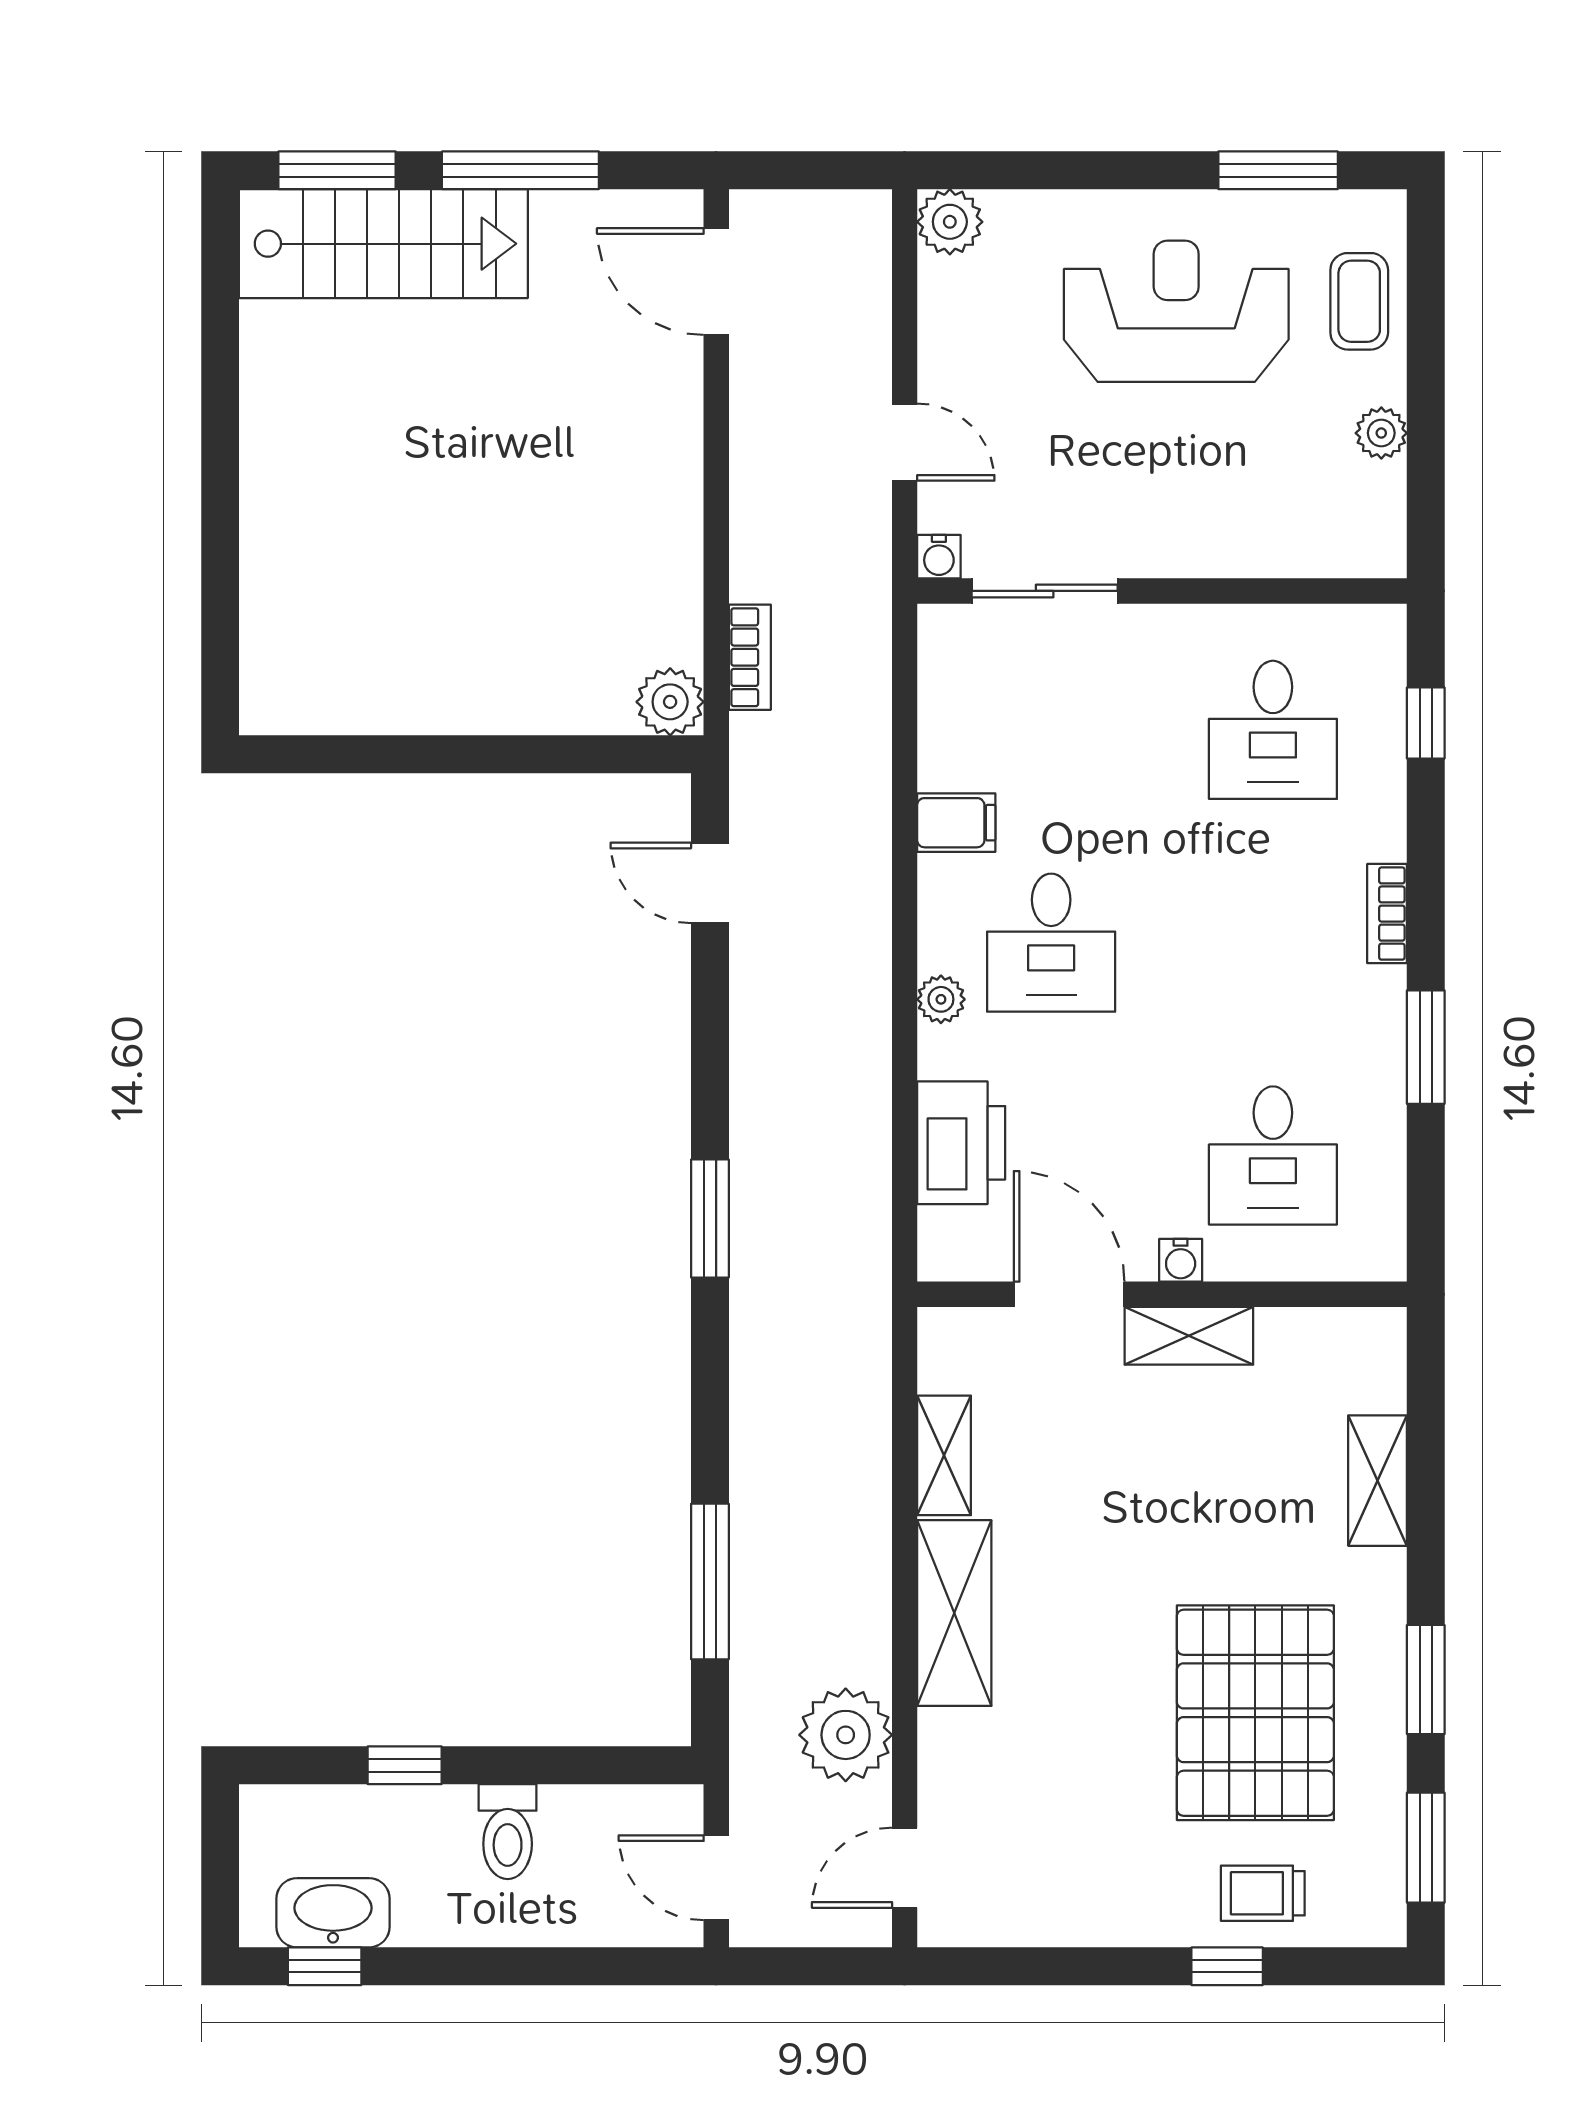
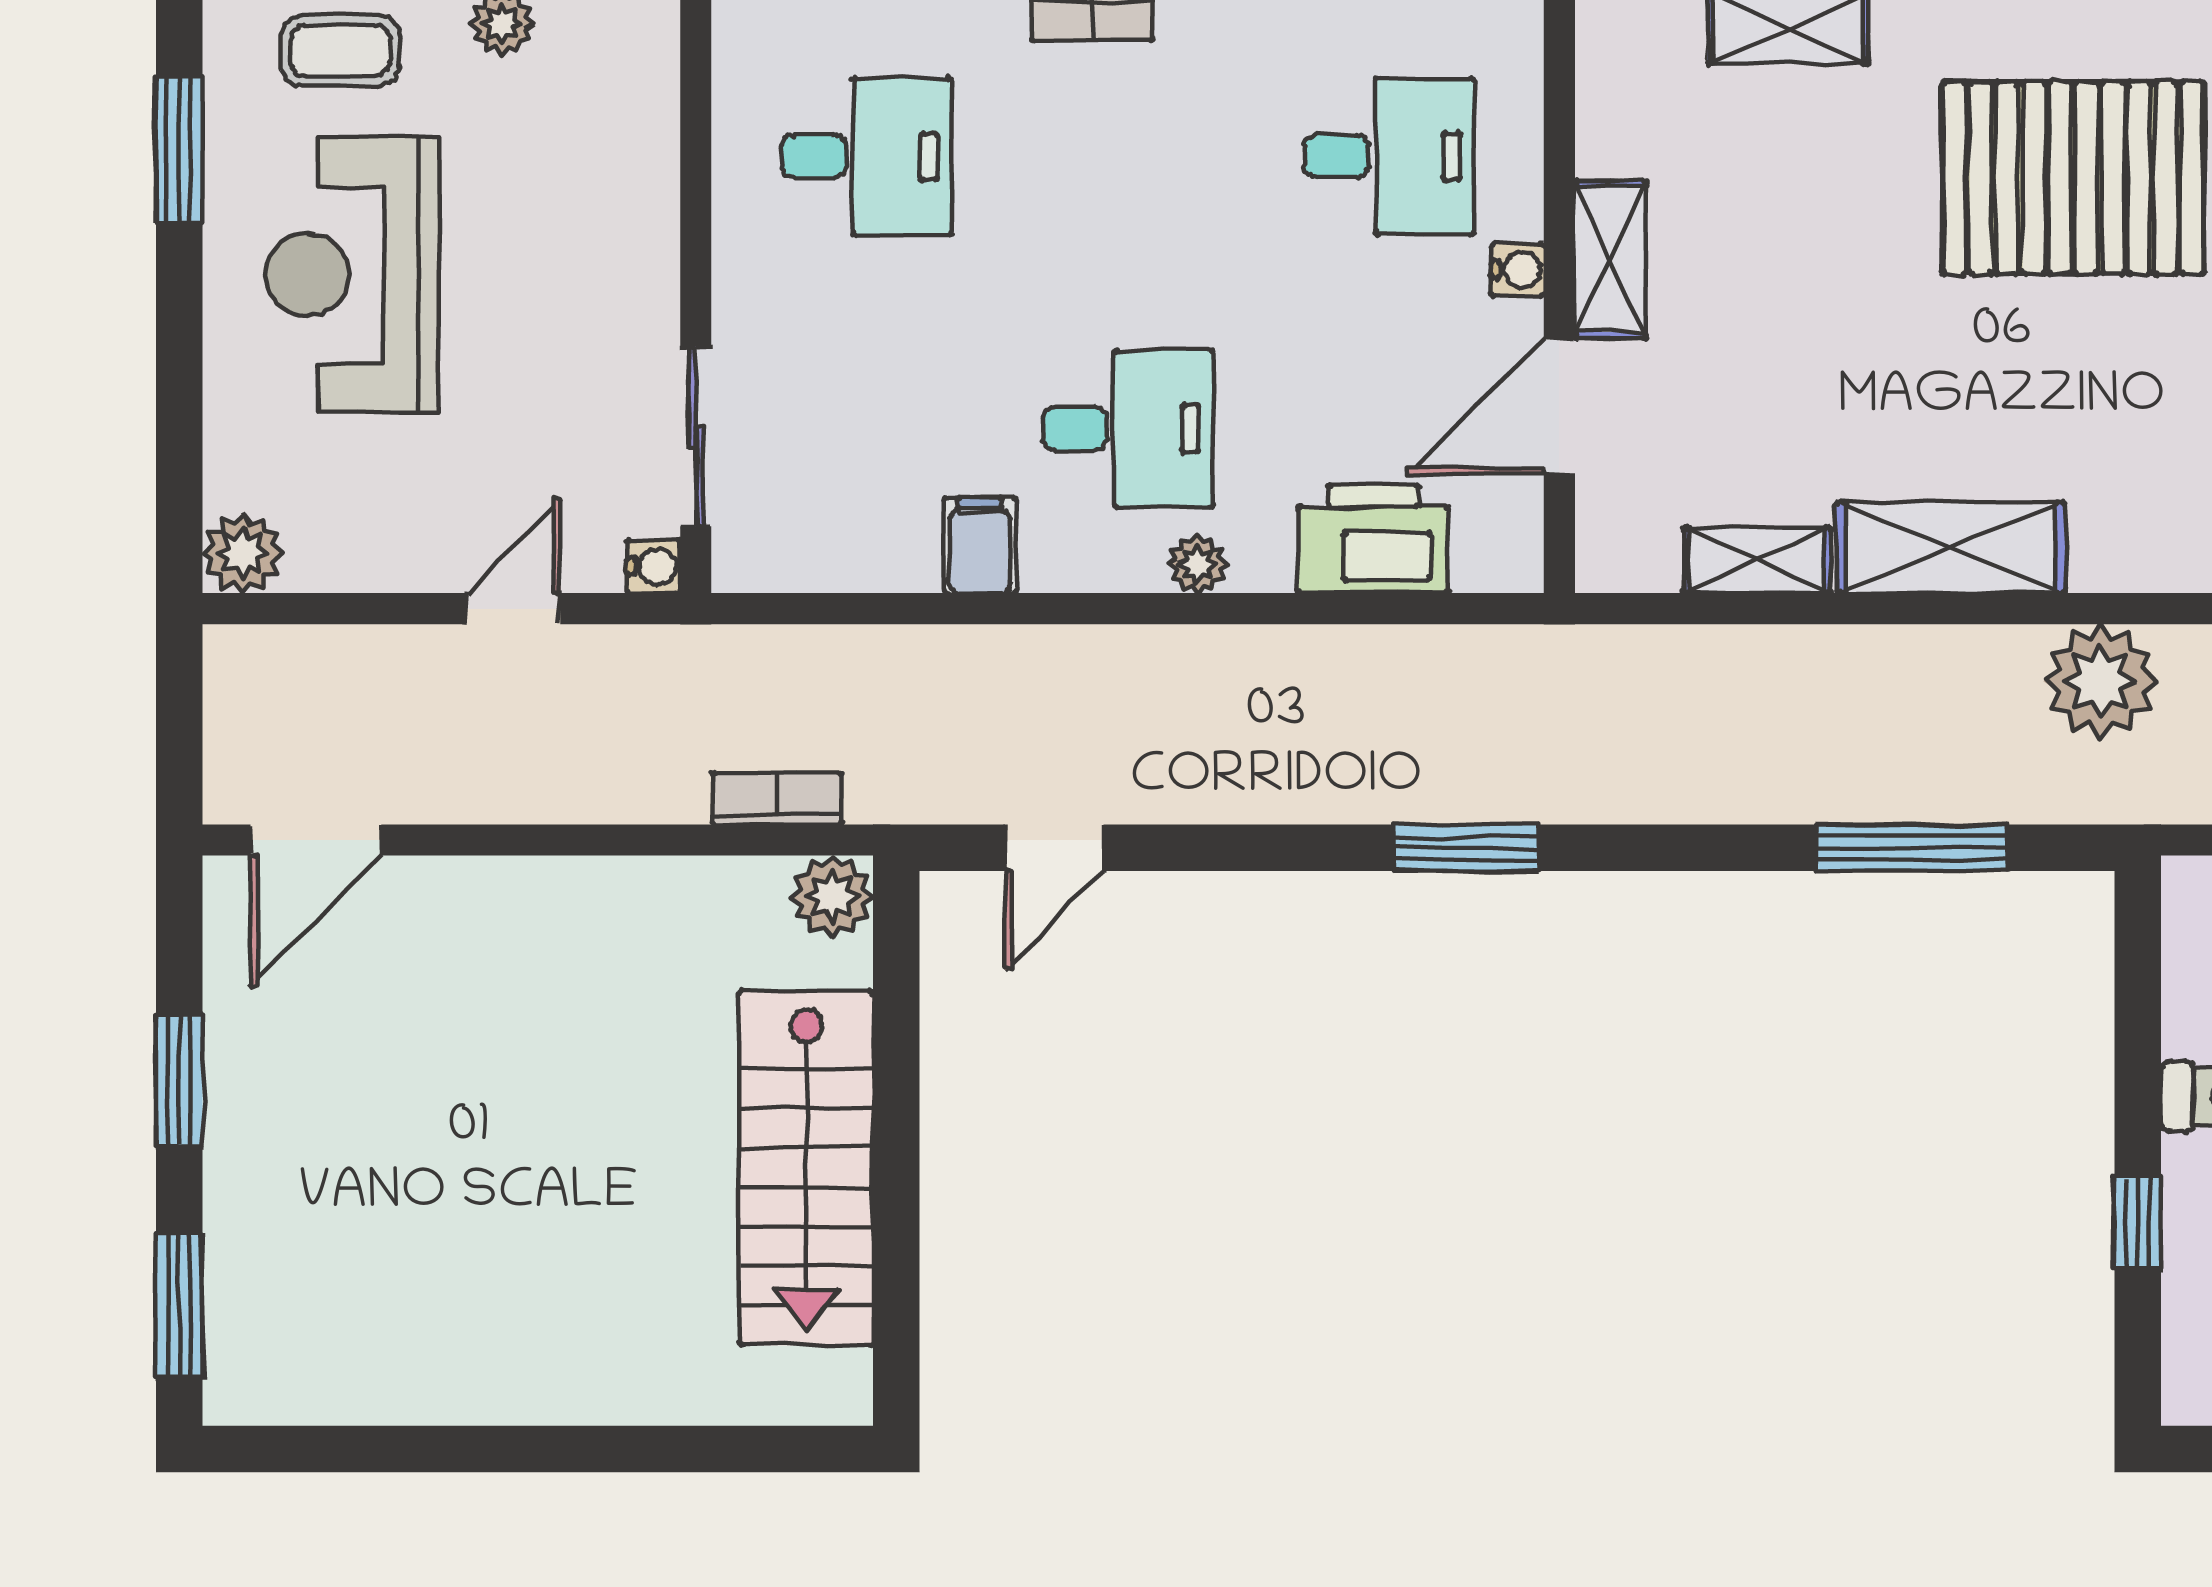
window: (520, 170) -> (179, 1080), width x0.69
stairs: (383, 244) -> (806, 1168), moved, turned 180

